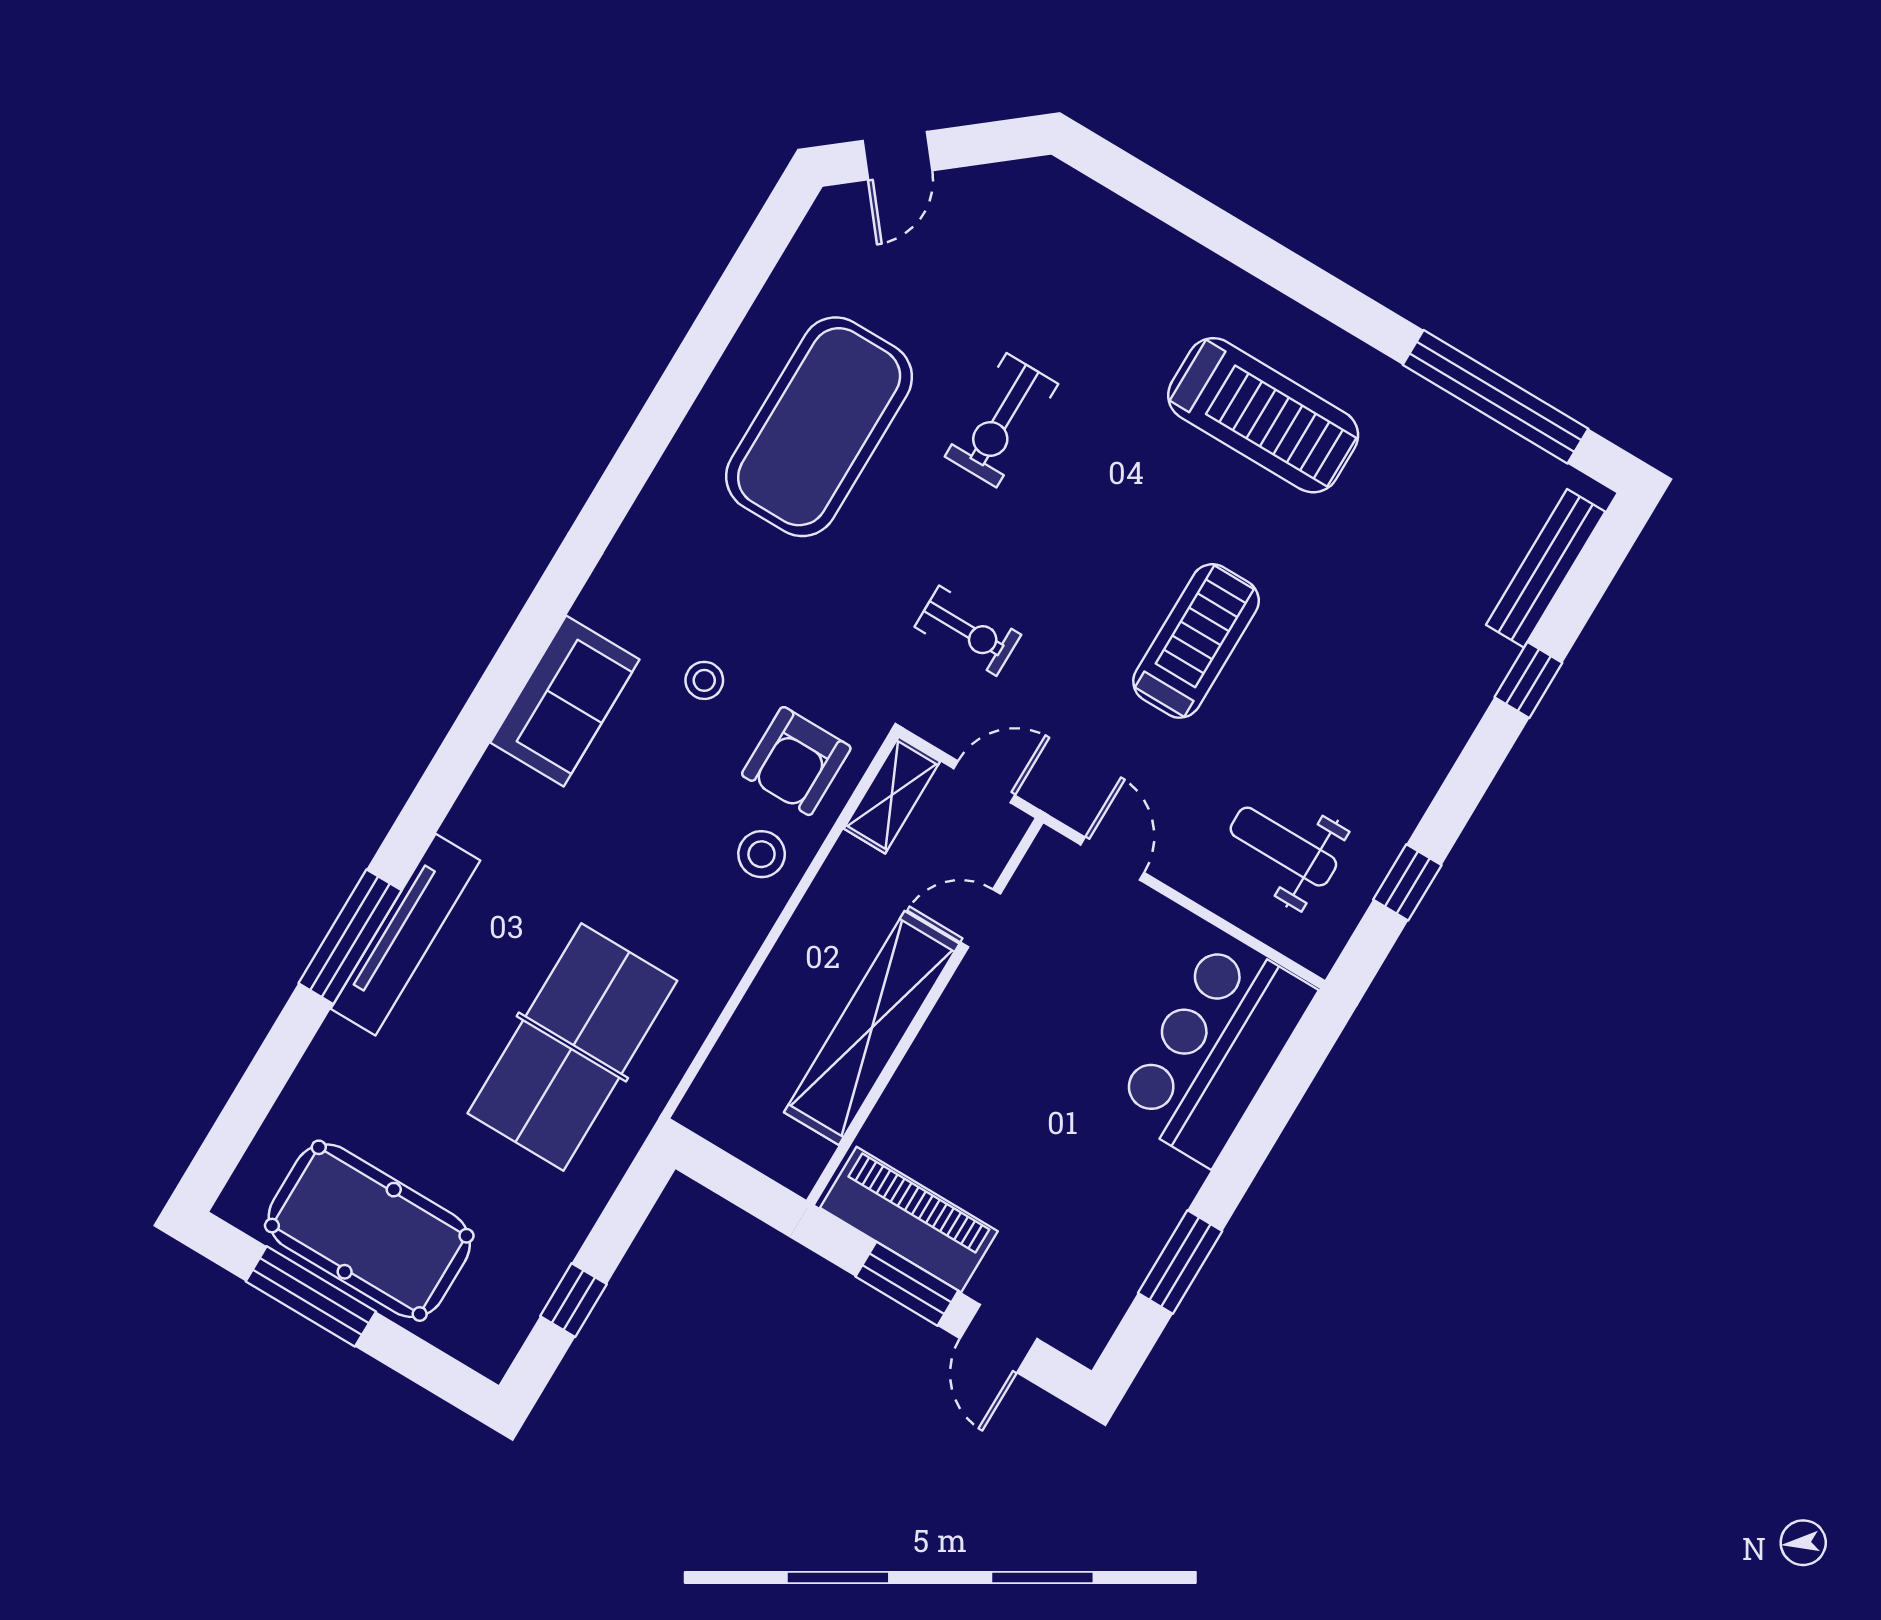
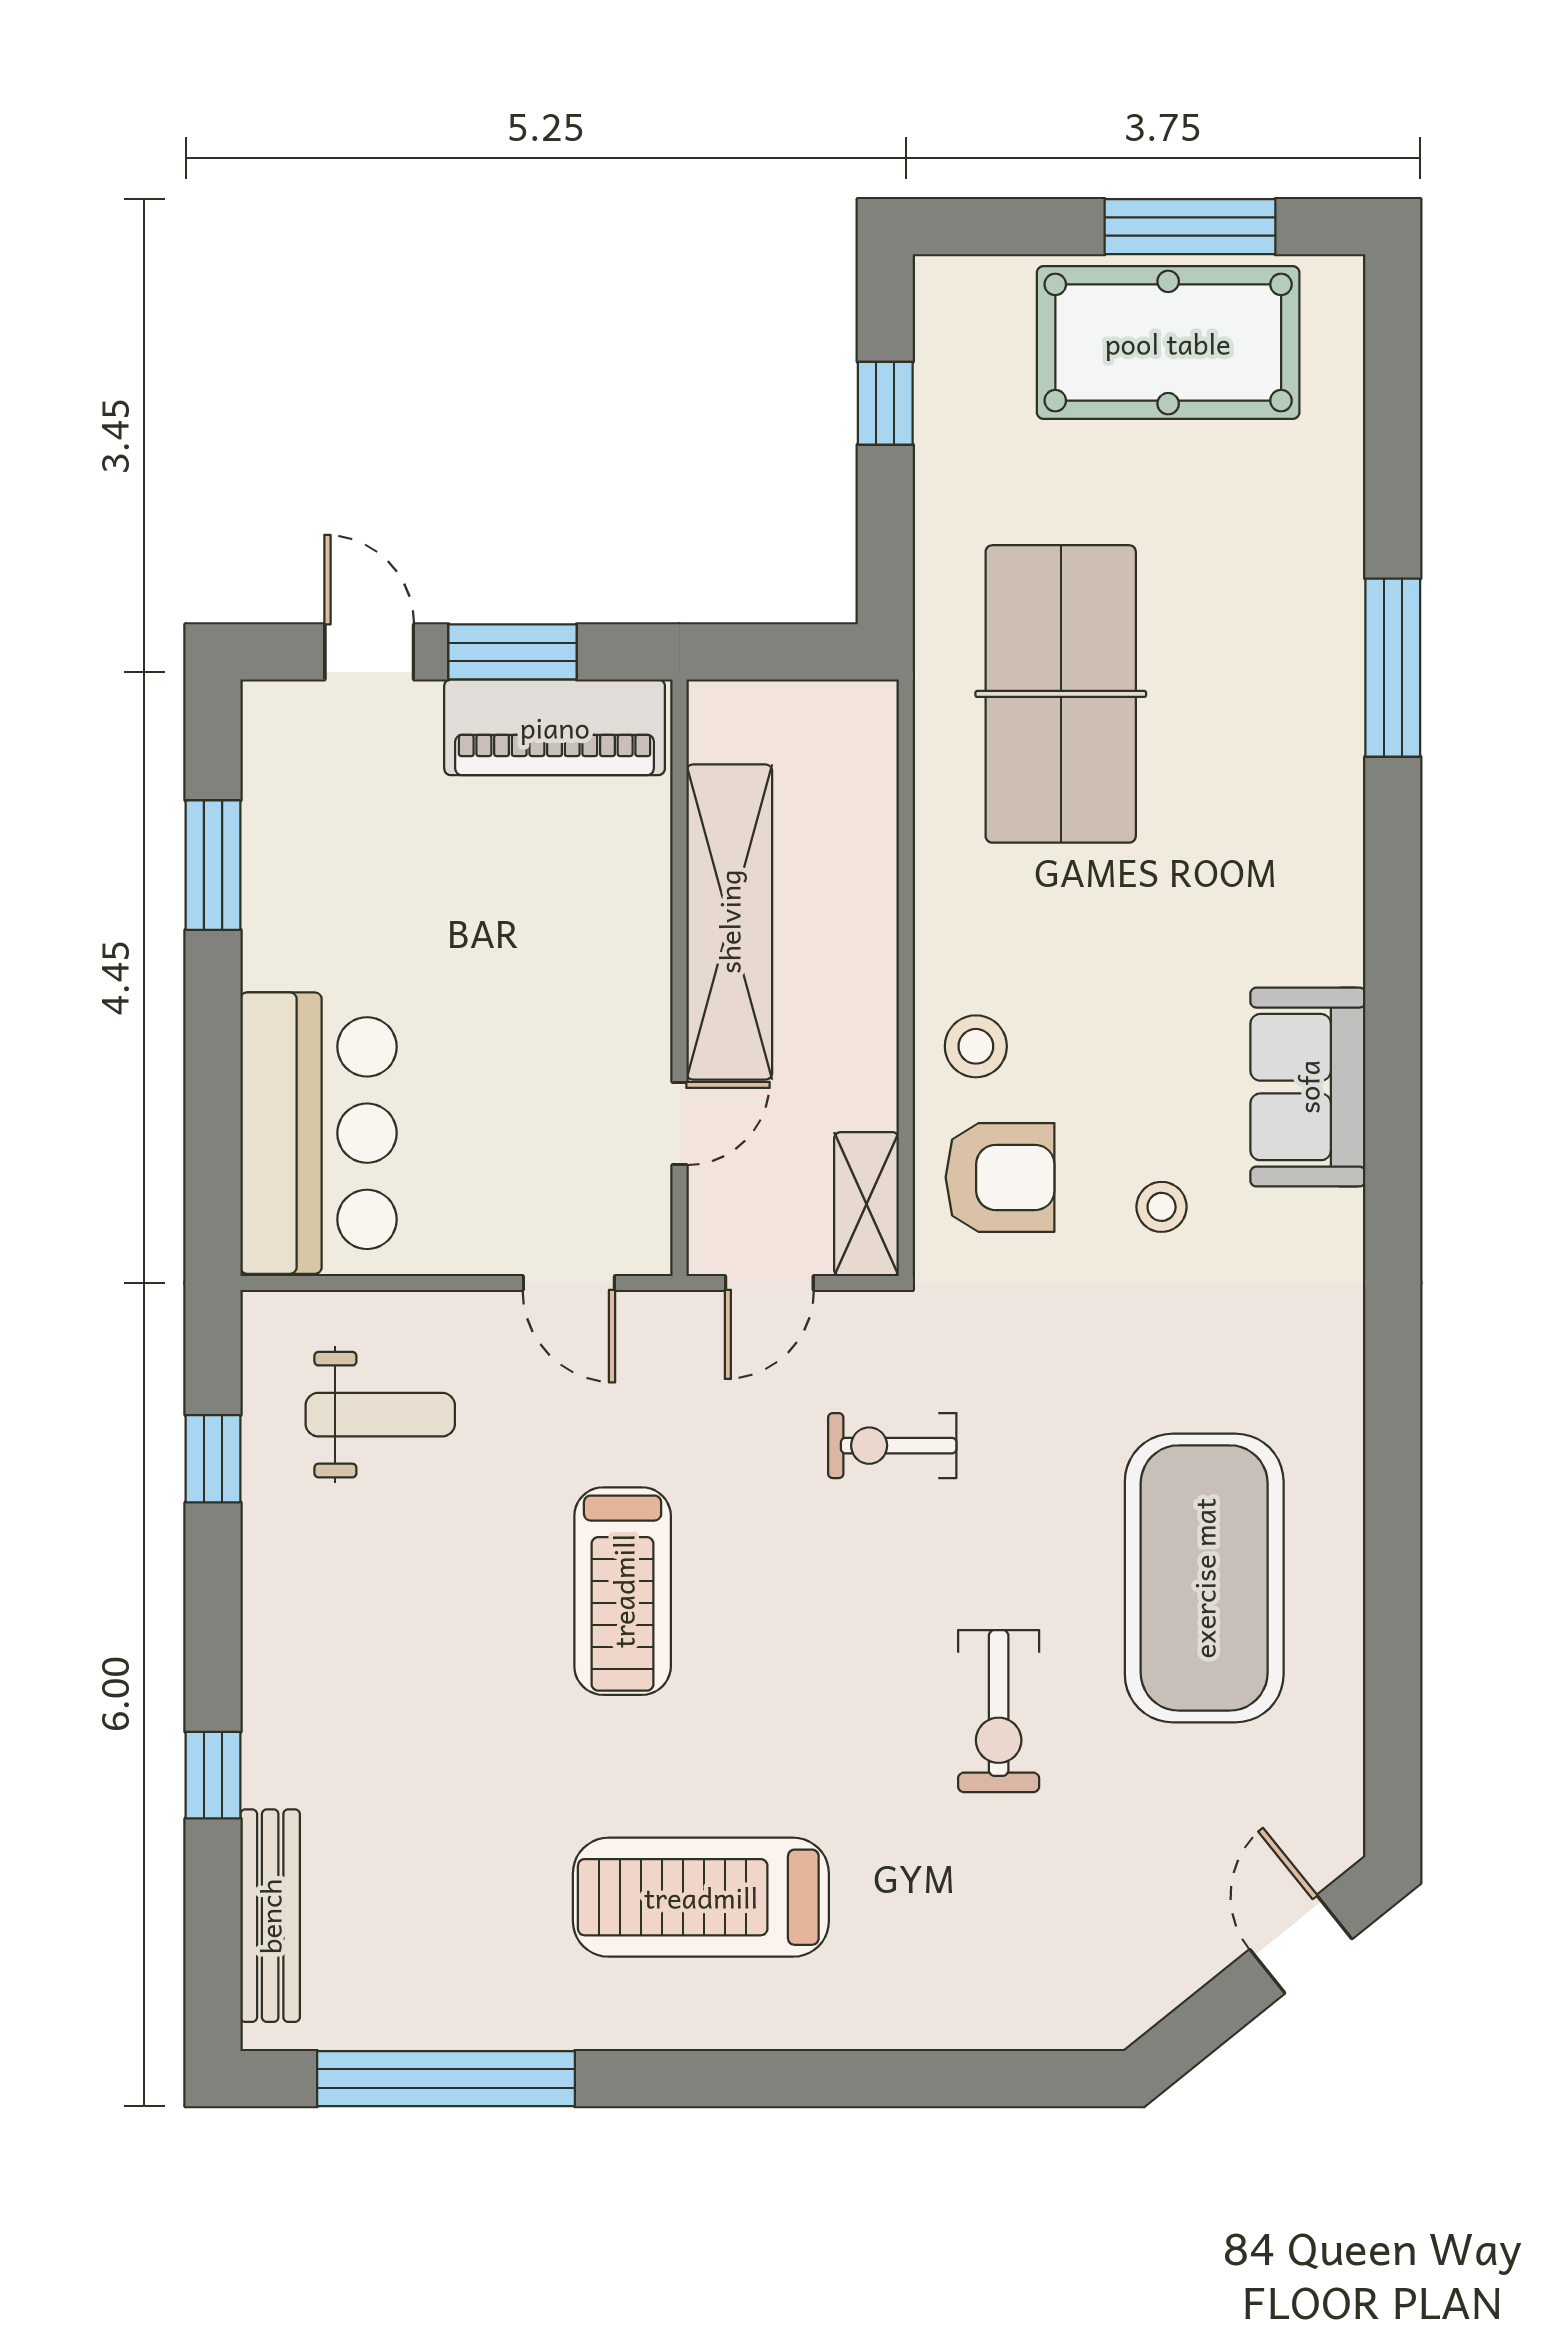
exercise bike: (1001, 420) -> (999, 1711), turned 180
armchair: (796, 761) -> (1000, 1177), turned 90
tv unit: (405, 935) -> (1330, 708), removed

